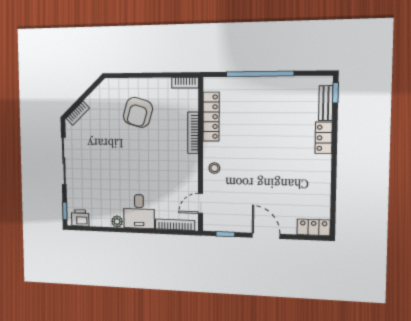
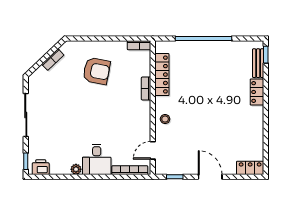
armchair: (138, 112) -> (96, 71), turned -95
bookcase: (78, 113) -> (53, 60), moved
bookcase: (193, 133) -> (146, 89), width x0.64

